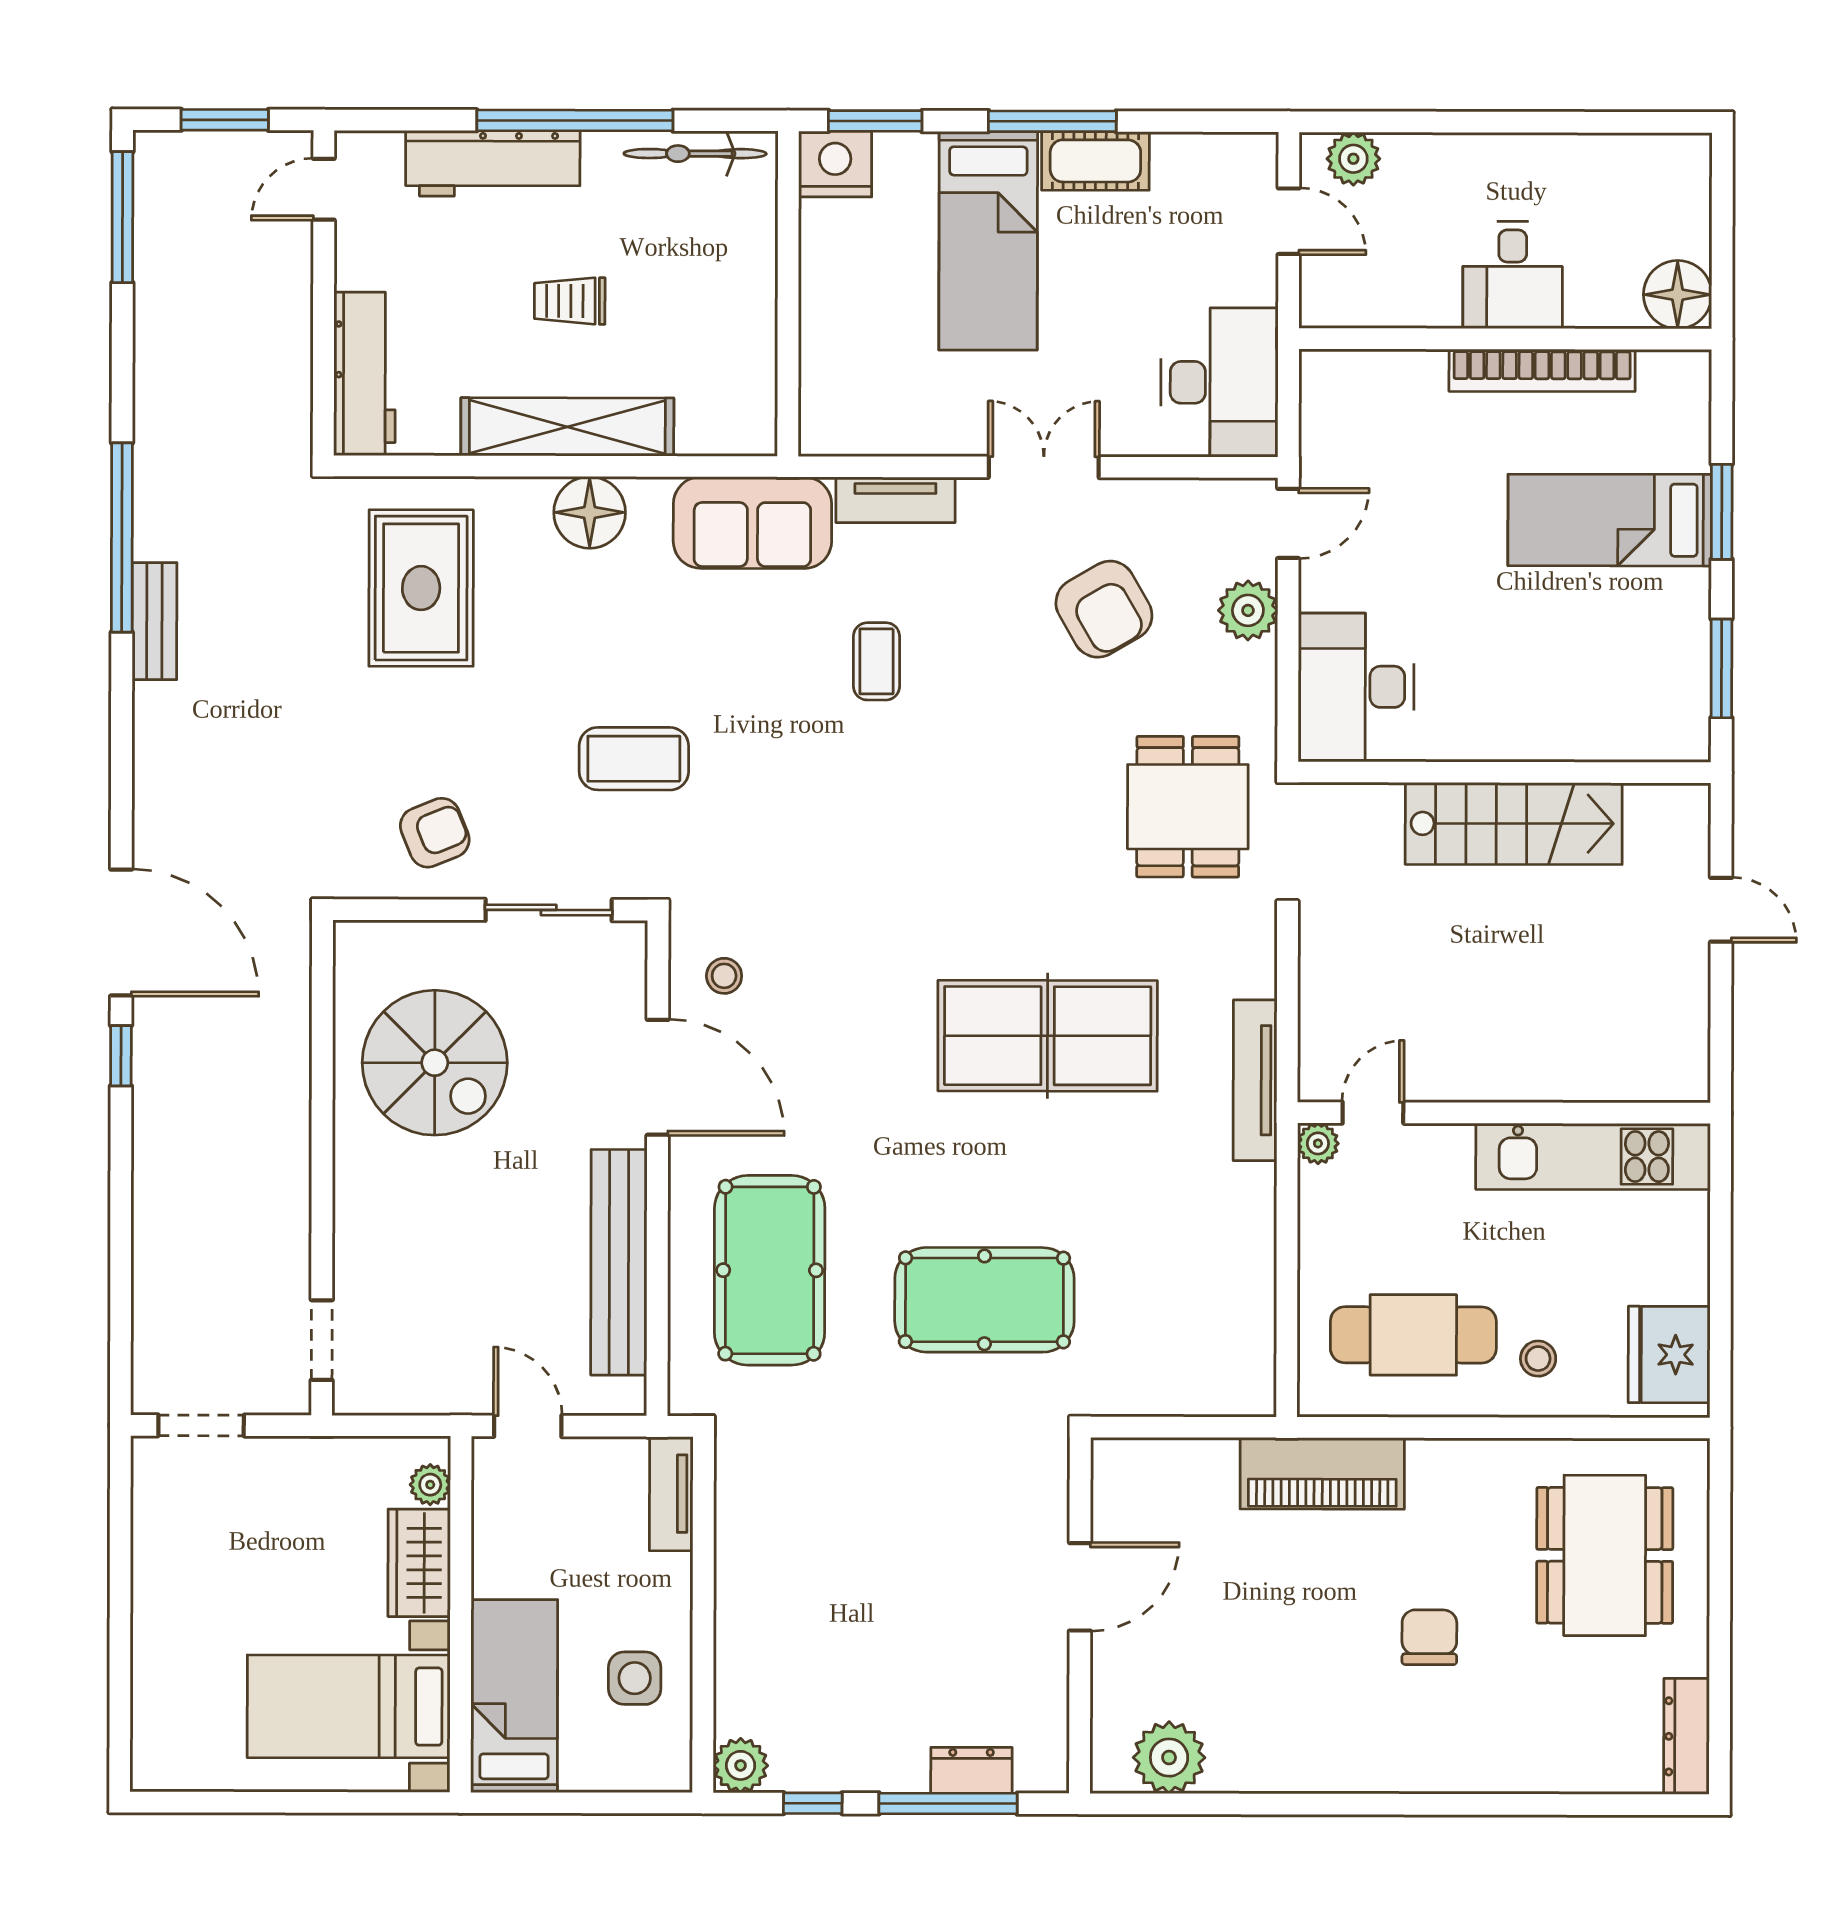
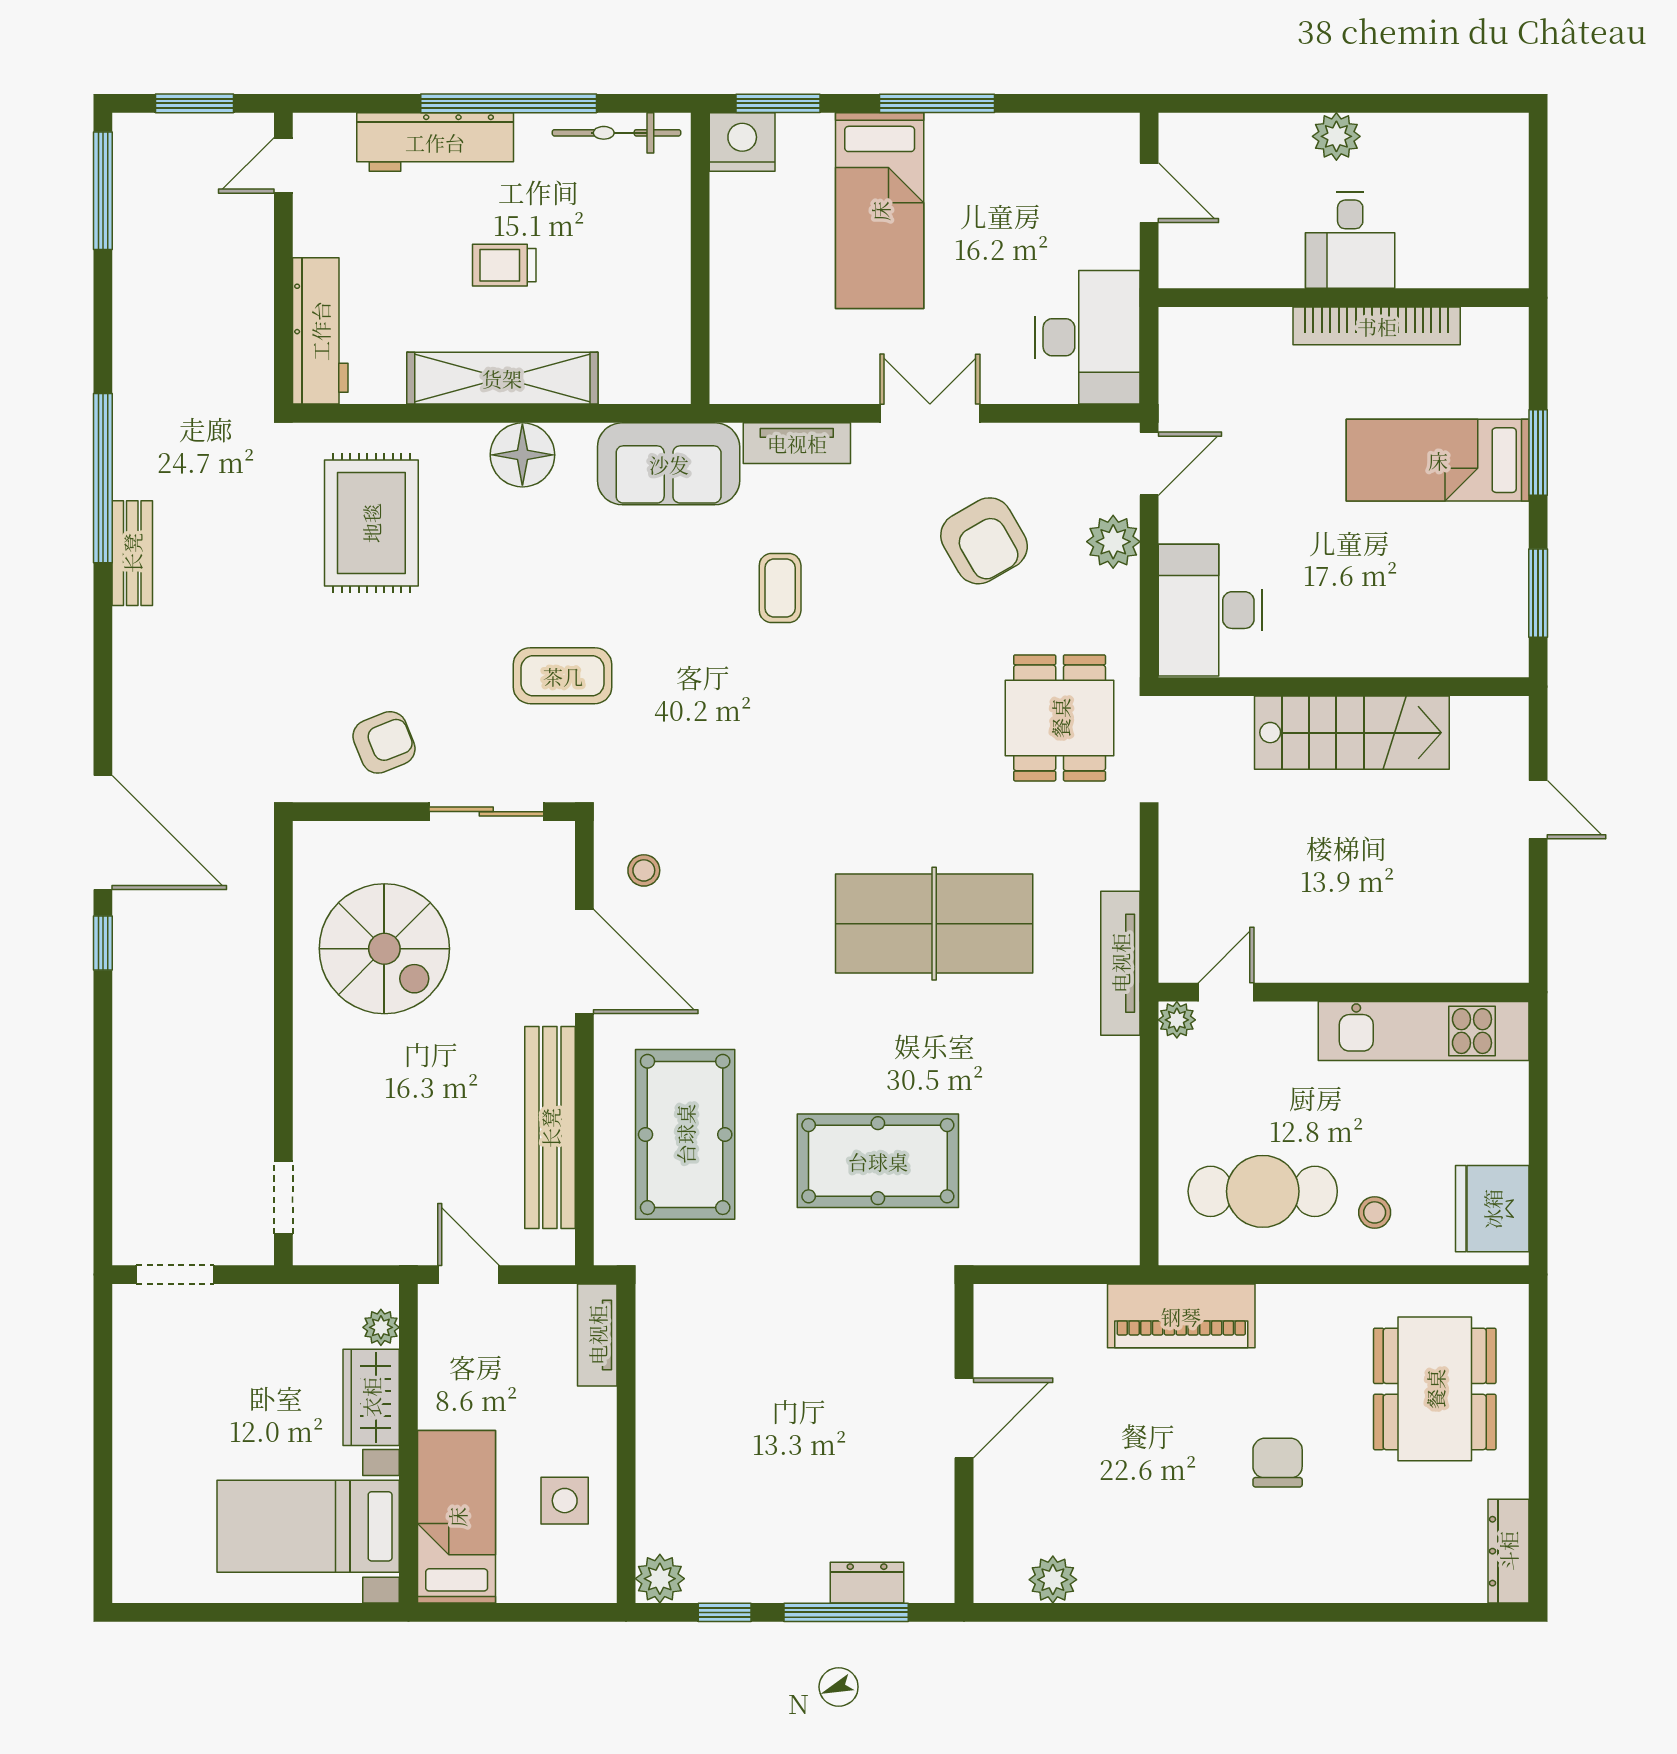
plant: (1353, 159) -> (1336, 136), moved
cot: (1095, 161) -> (976, 139), removed
floor lamp: (1678, 295) -> (1498, 258), removed
plant: (1169, 1758) -> (1053, 1580), width x0.73, depth x0.73

